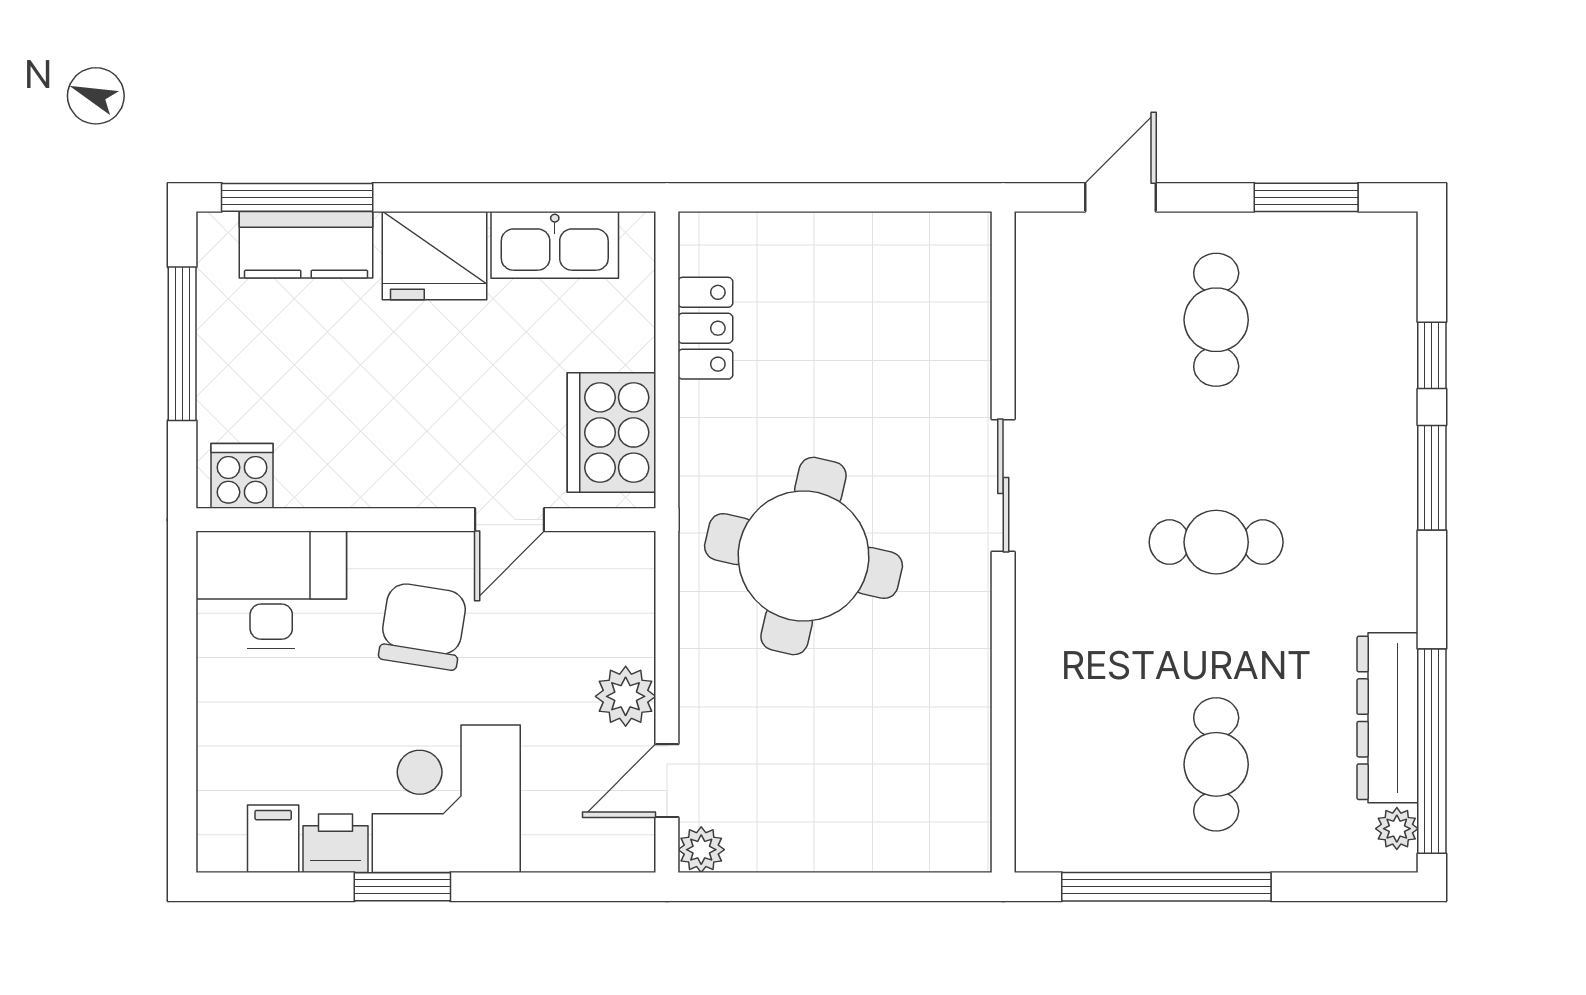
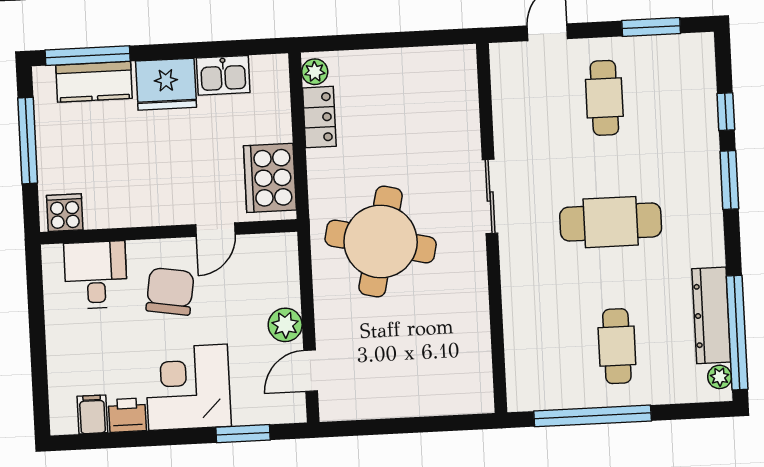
kitchen sink: (555, 245) -> (223, 75), width x0.73
cafe table: (1216, 542) -> (611, 222), width x1.37, depth x1.35
desk: (271, 590) -> (96, 275), width x0.73
plant: (701, 850) -> (315, 72), moved
window: (402, 887) -> (243, 434), moved

